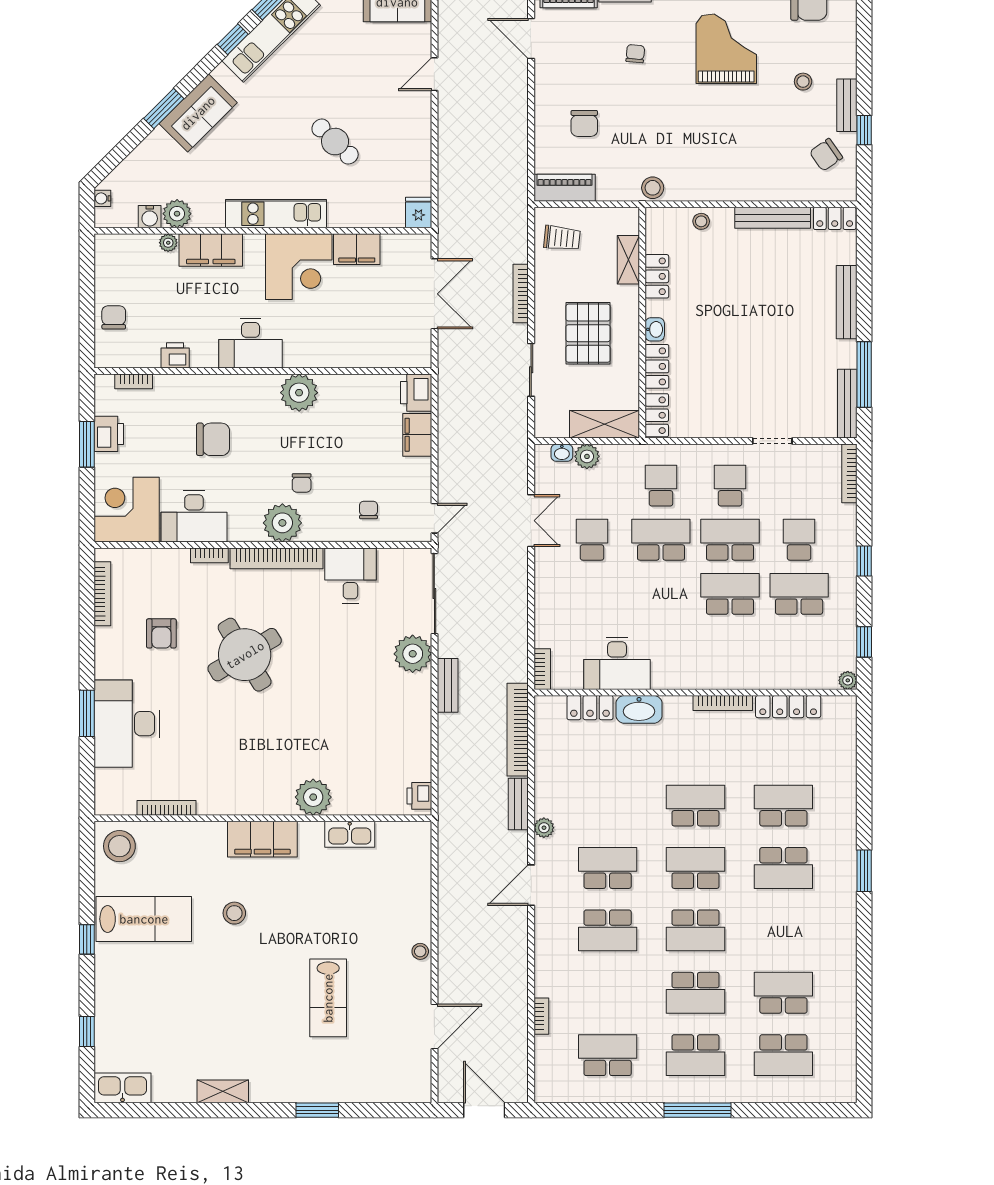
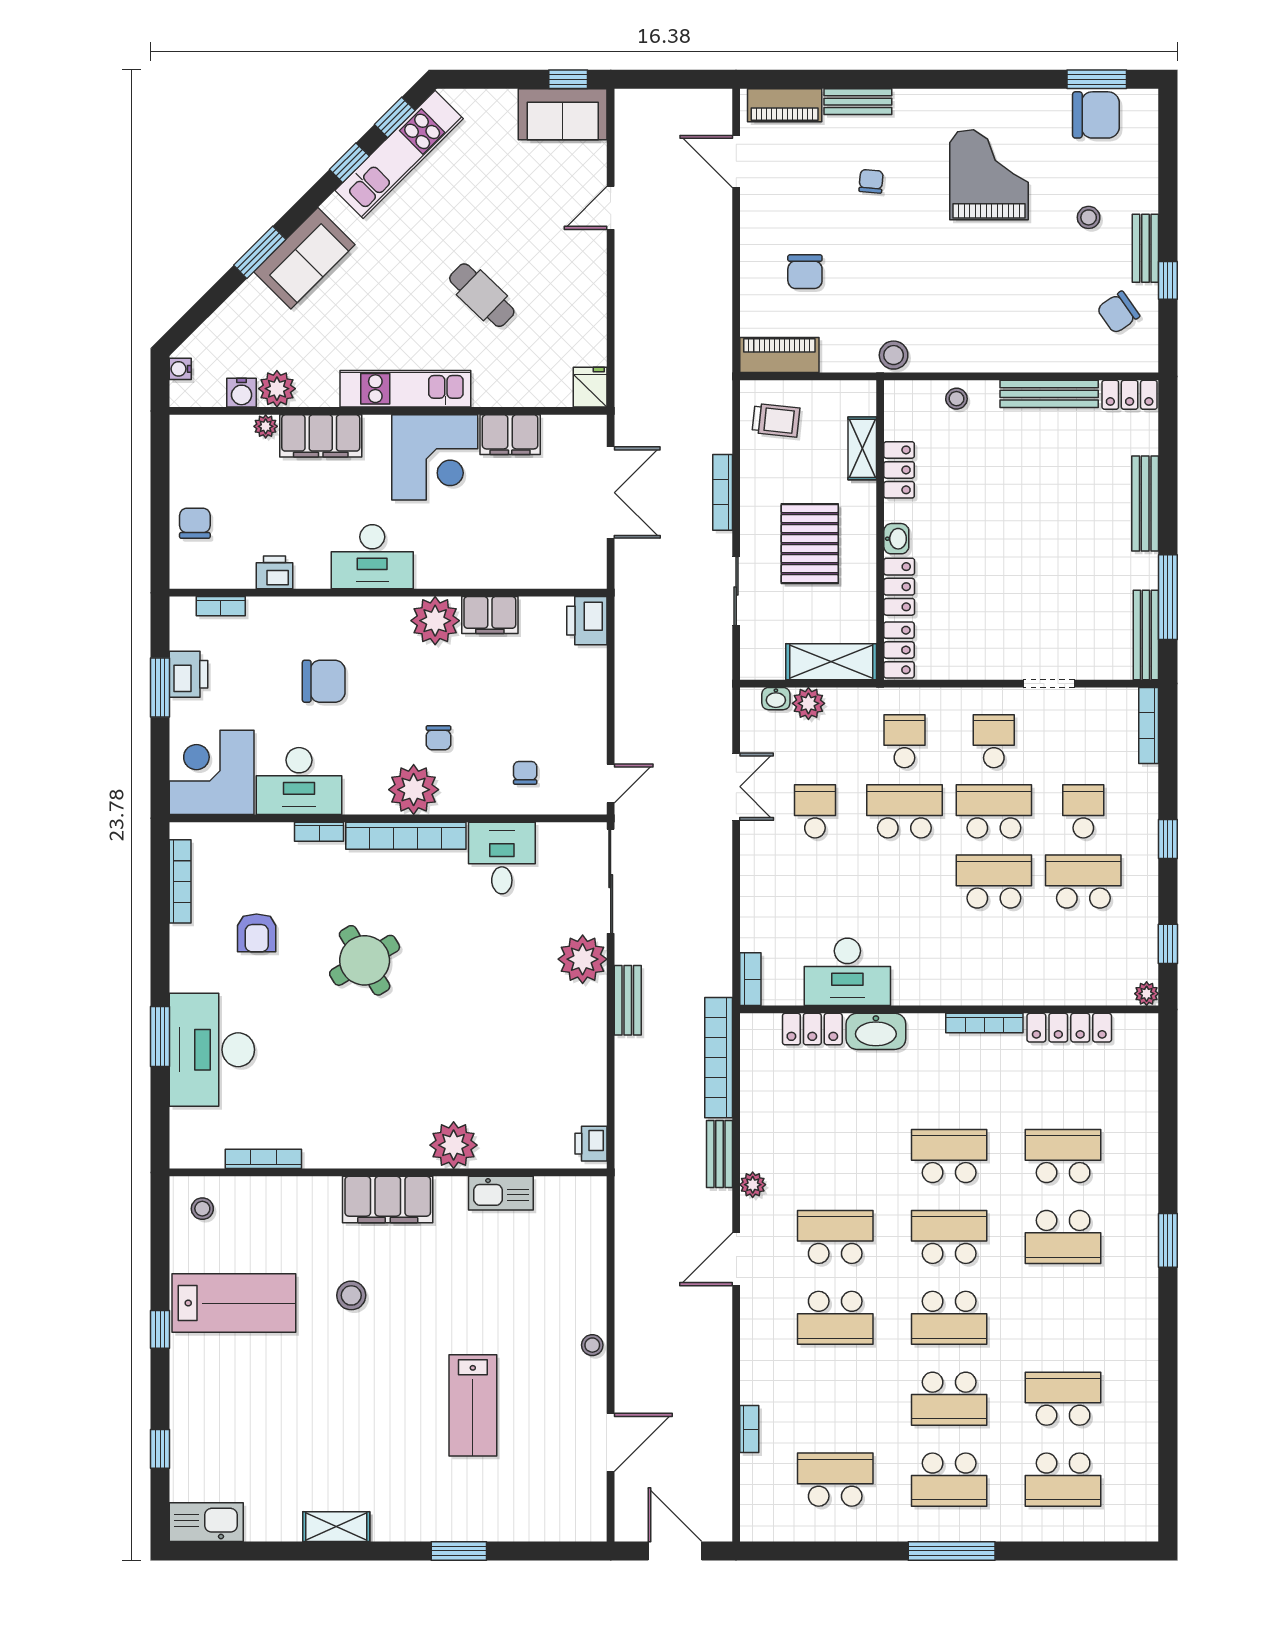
filing cabinet: (417, 435) -> (490, 615), moved, turned -90
round table: (245, 655) -> (365, 960), width x0.73, depth x0.73
stool: (119, 846) -> (202, 1209), width x0.53, depth x0.53

